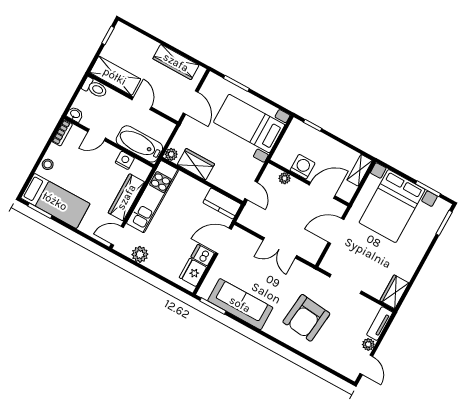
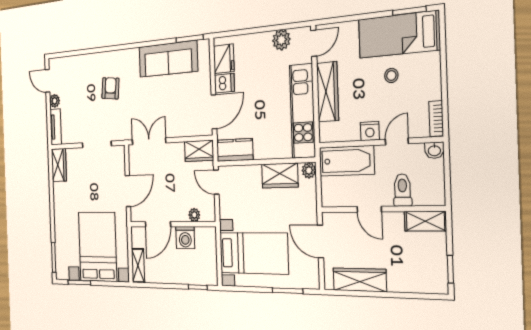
shelving: (115, 76) -> (425, 221), width x0.67, depth x0.75
toilet: (95, 88) -> (402, 190), moved, turned 90
nightstand: (125, 160) -> (370, 131), moved
stool: (48, 164) -> (391, 75), moved
wardrobe: (253, 221) -> (199, 151), added
double door: (280, 248) -> (149, 141), moved
armchair: (306, 318) -> (110, 88), width x0.53, depth x0.53

